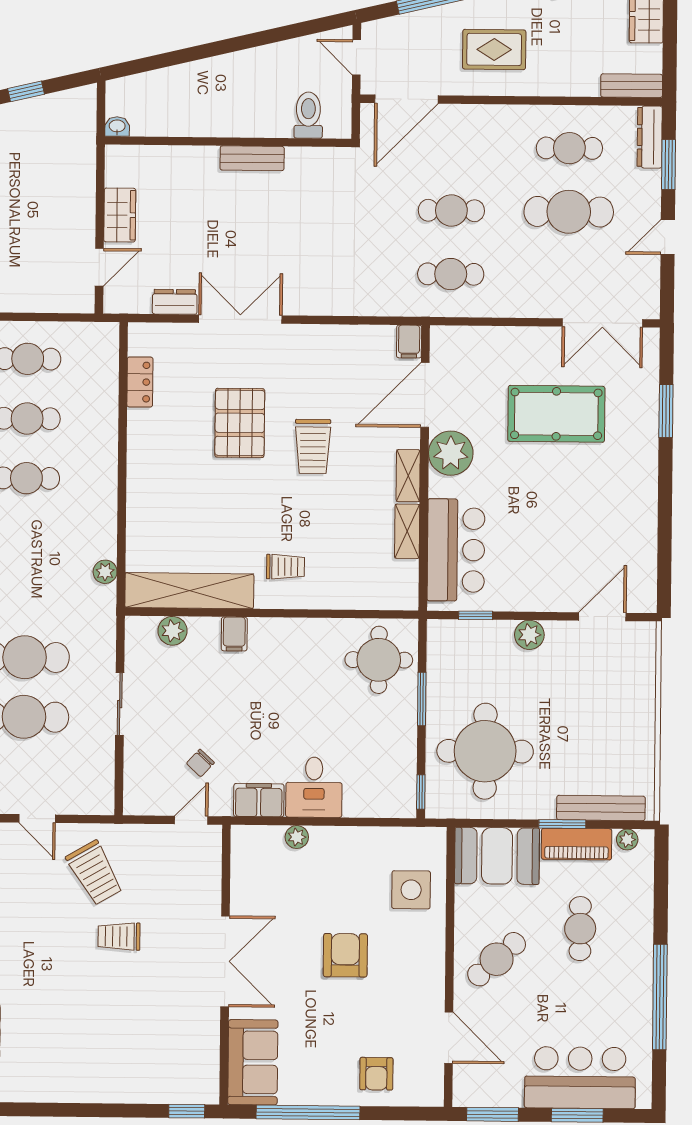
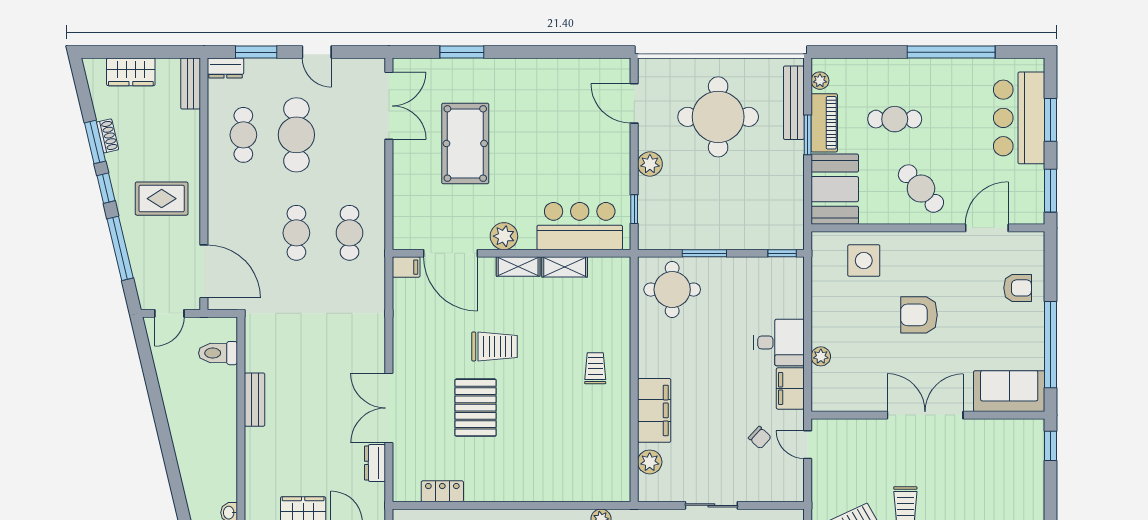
rug: (494, 49) -> (162, 199), turned 90
dresser: (650, 137) -> (225, 68), width x0.70
pallet: (240, 423) -> (476, 408), turned 90
plant: (451, 453) -> (504, 236), width x0.73, depth x0.73
shelving: (189, 591) -> (616, 448), removed
filing cabinet: (234, 634) -> (654, 410), width x3.00, depth x1.17
round table: (485, 751) -> (718, 117), moved

